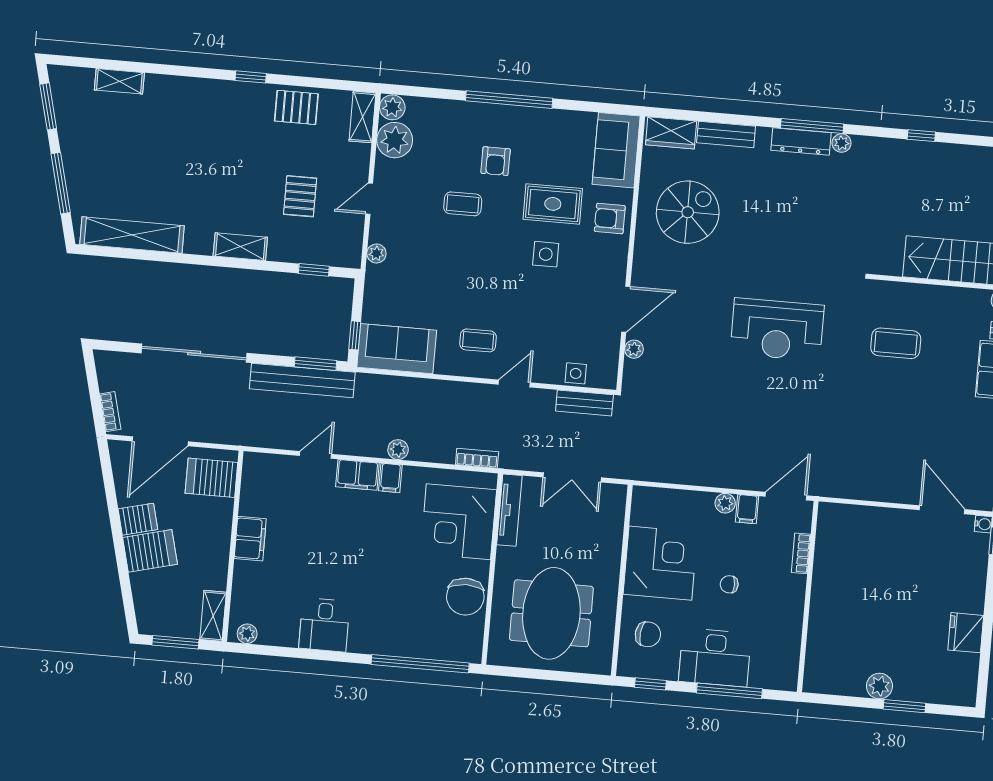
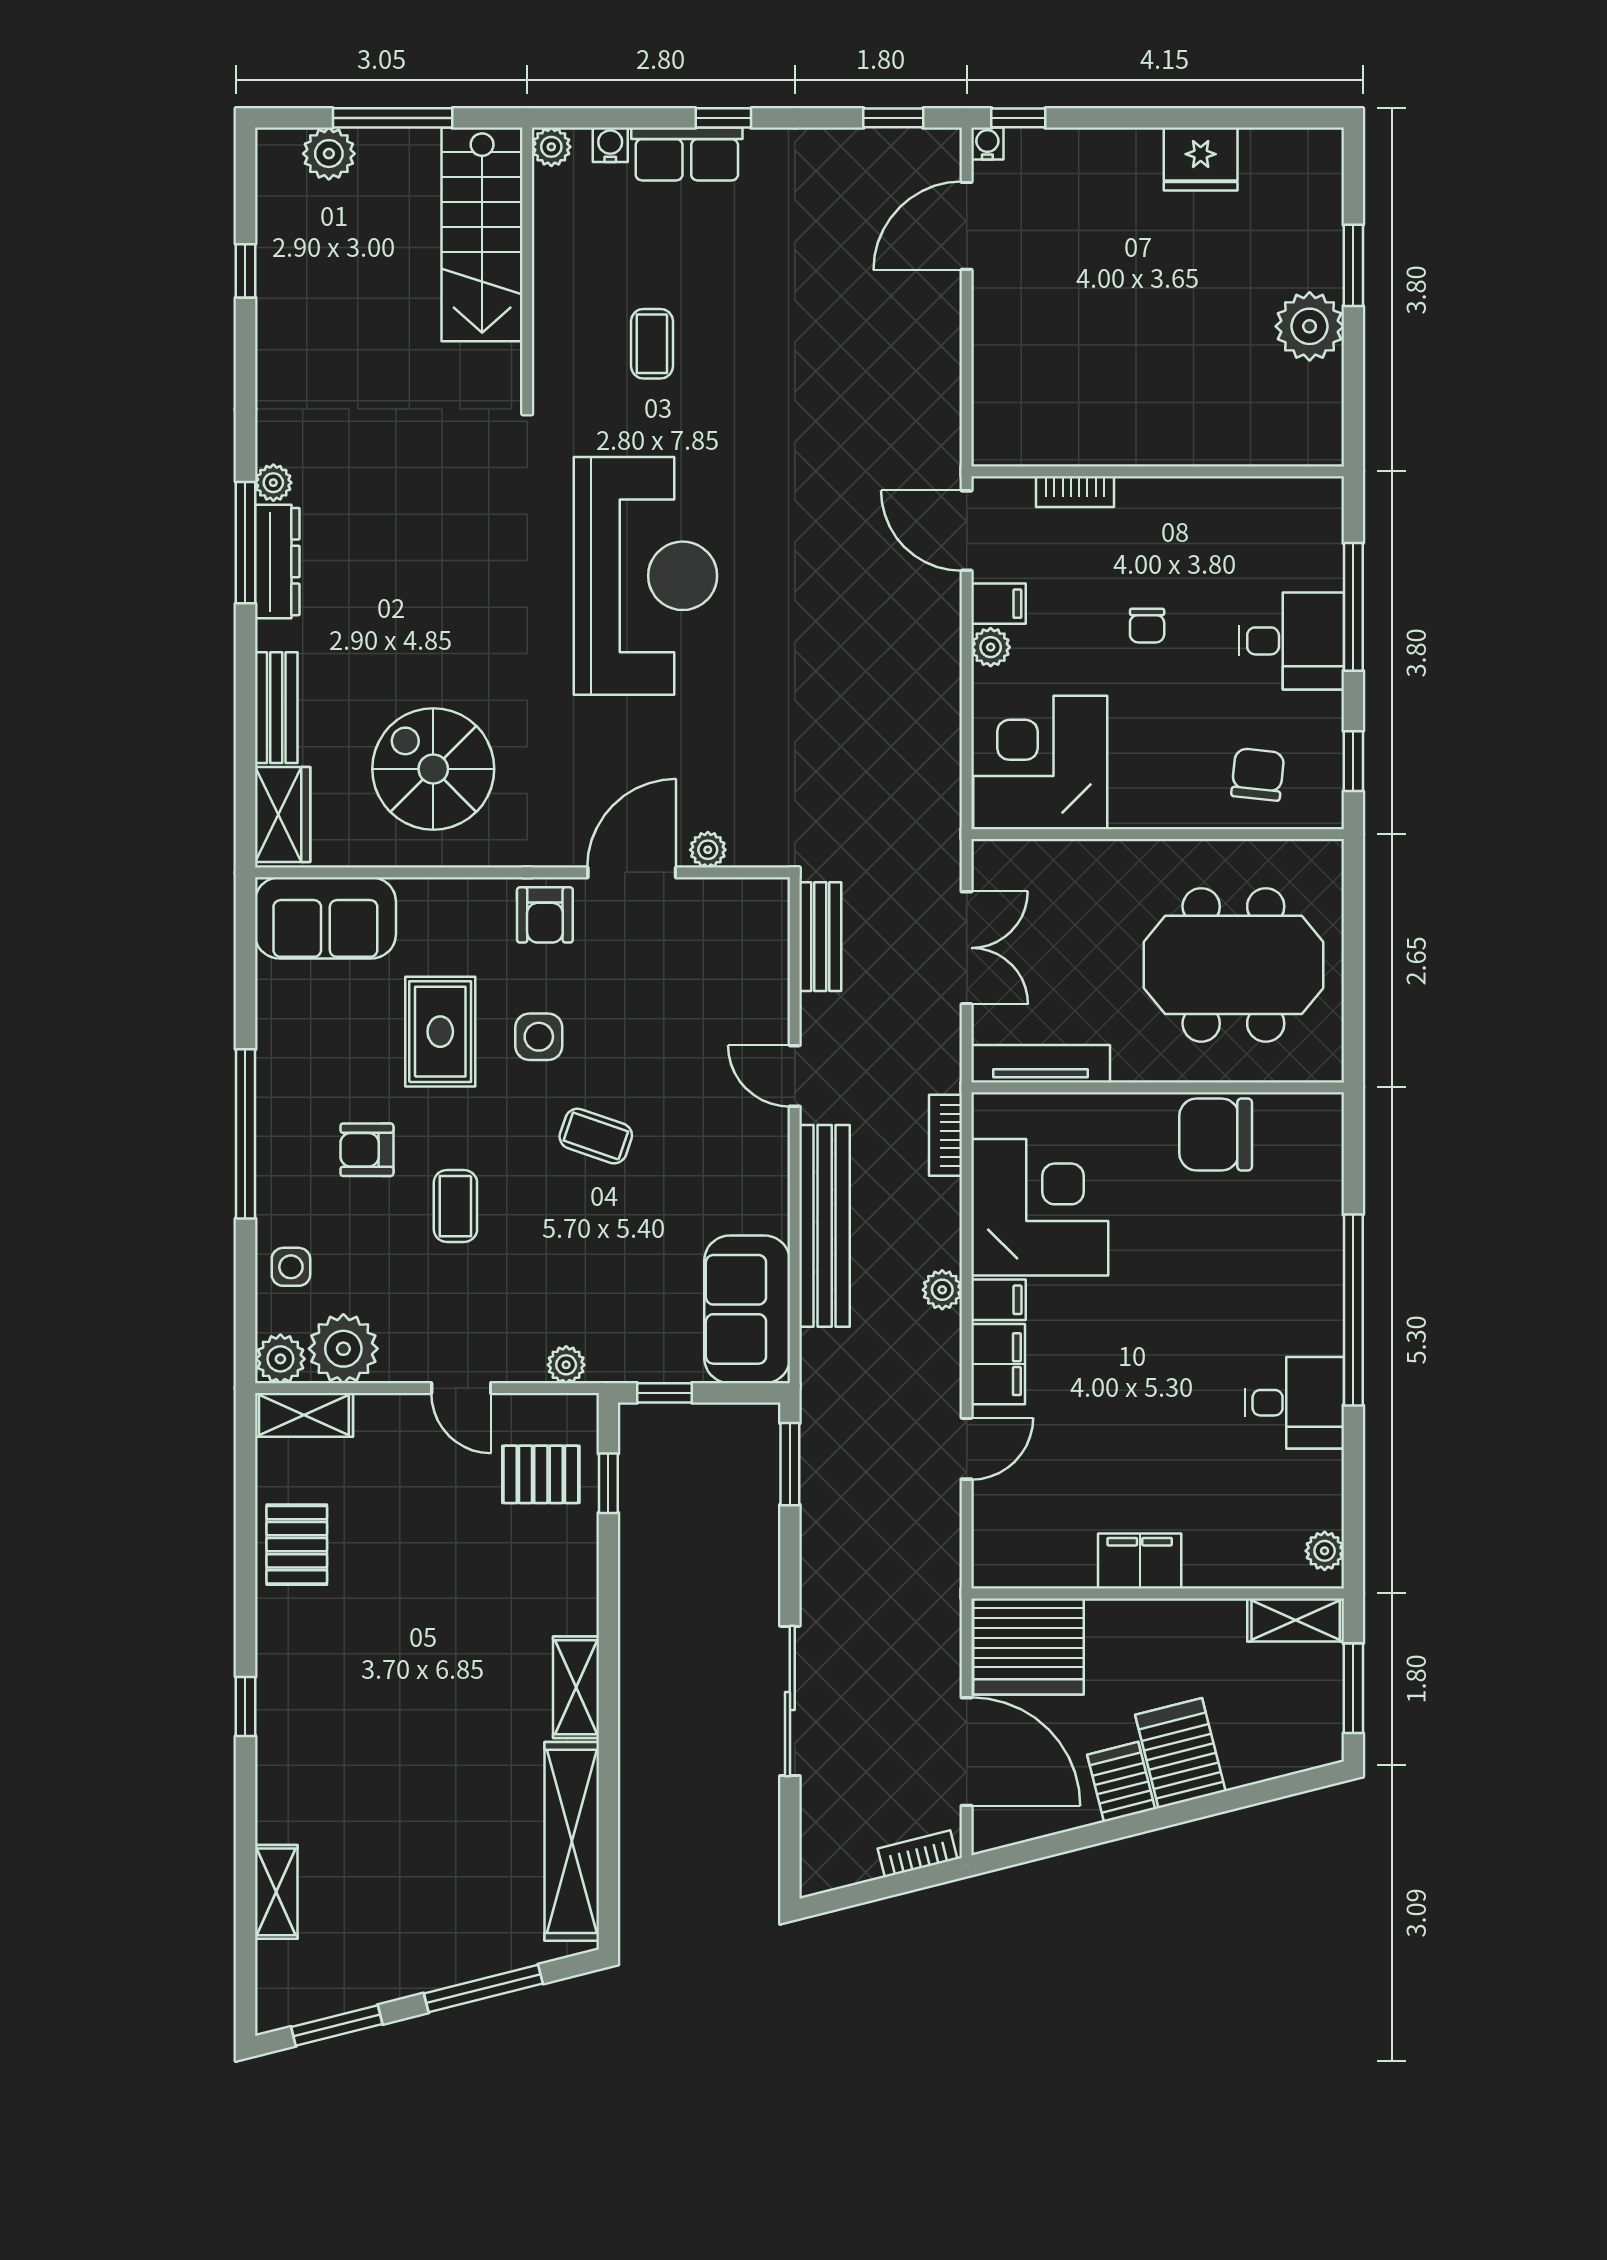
window: (251, 77) -> (245, 1706), moved
window: (921, 136) -> (245, 271), moved
armchair: (496, 161) -> (367, 1150), turned 180
pallet: (300, 196) -> (541, 1474), moved
armchair: (610, 219) -> (545, 915), moved
shelving: (240, 247) -> (576, 1687), moved
door: (626, 309) -> (632, 872), hinge flipped
reception desk: (777, 330) -> (645, 576), width x1.36, depth x1.30
window: (355, 335) -> (665, 1393), moved
coffee table: (478, 340) -> (596, 1136), moved, turned -71
coffee table: (896, 343) -> (652, 344), width x0.73, depth x0.77
sliding door: (194, 353) -> (790, 1701), width x0.73
side table: (576, 373) -> (291, 1267), moved
bench: (302, 380) -> (825, 1226), moved
door: (316, 455) -> (967, 1449), swing flipped
server rack: (211, 478) -> (1029, 1646), width x1.60
corner desk: (458, 522) -> (1040, 1207), moved, turned -90
corner desk: (660, 563) -> (1040, 763), moved
chair: (465, 597) -> (1216, 1135), turned 180
desk: (715, 658) -> (1291, 641), width x0.73
window: (420, 664) -> (1353, 1310), moved
plant: (879, 686) -> (1310, 326), width x1.36, depth x1.36

